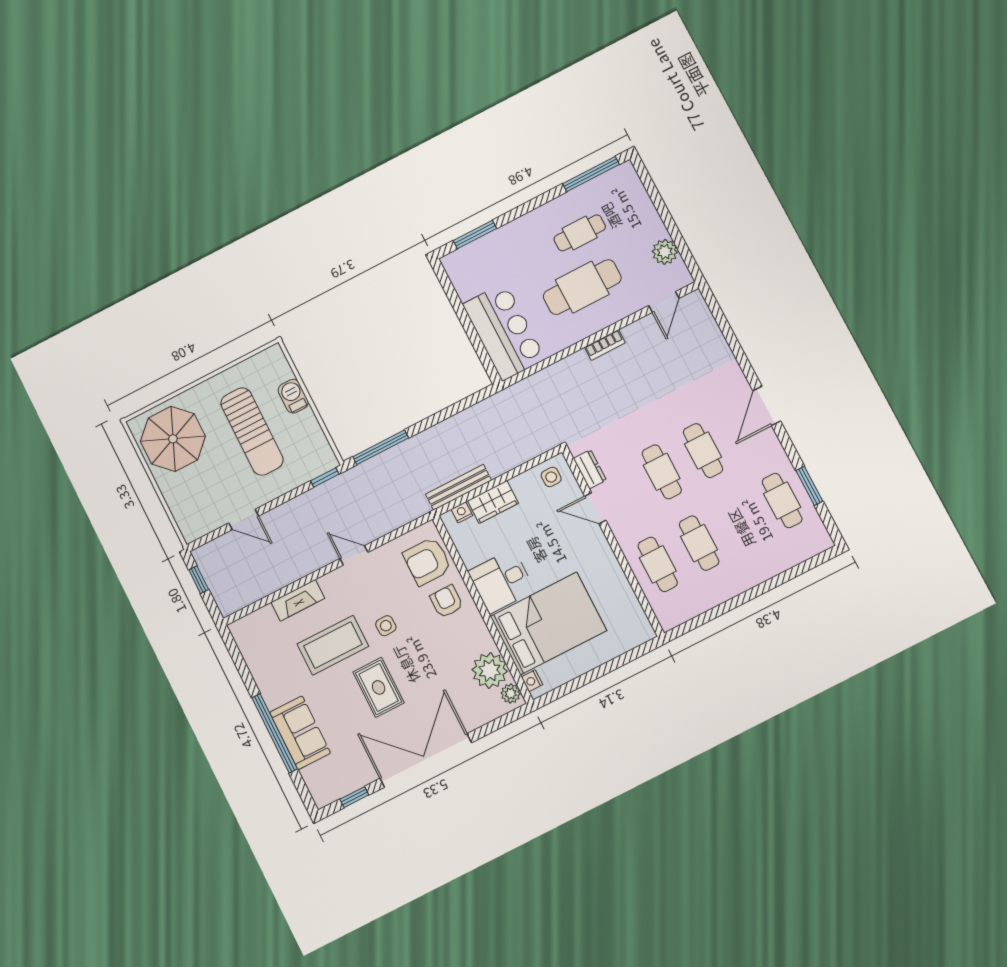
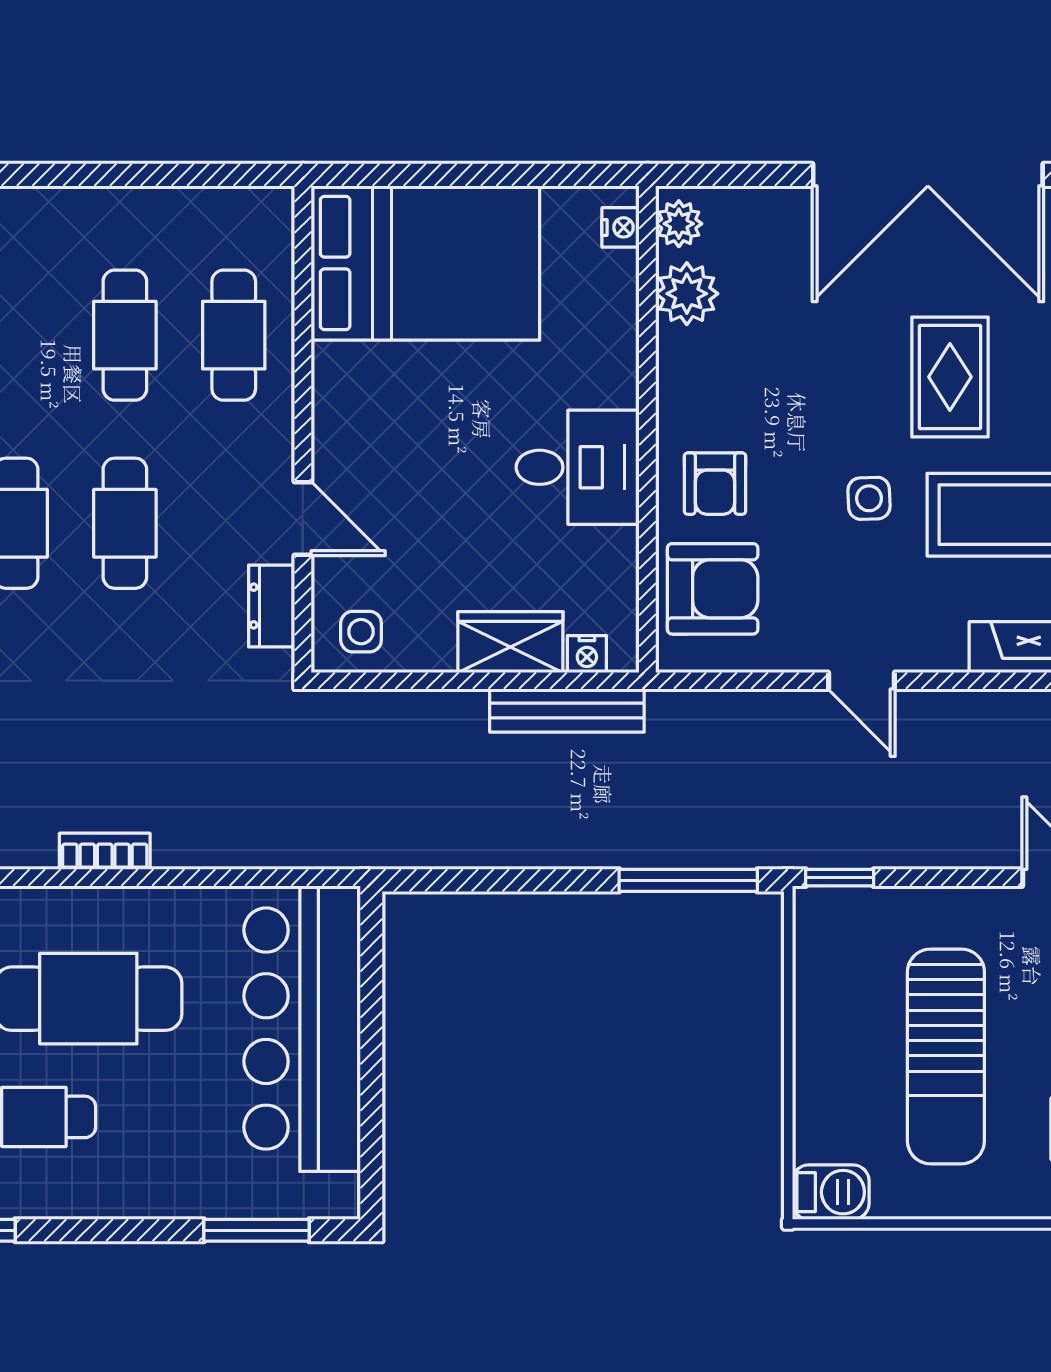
bar counter: (504, 332) -> (302, 1029), width x1.36
barbecue: (293, 396) -> (831, 1192), moved, turned -90
sun lounger: (252, 431) -> (946, 1056), turned 180
bed: (548, 623) -> (425, 263), moved, turned 180
plant: (490, 670) -> (687, 294), width x0.73, depth x0.73

